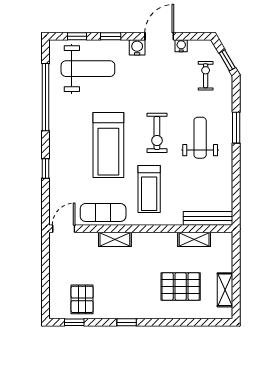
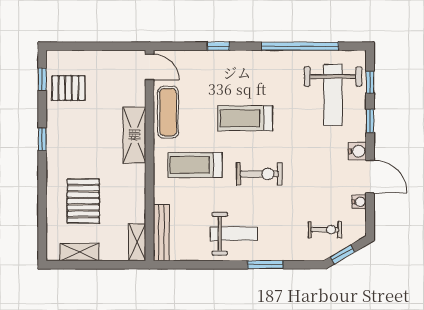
exercise bike: (157, 133) -> (259, 174), turned 180
weight bench: (200, 138) -> (234, 234), moved
treadmill: (108, 145) -> (245, 118), width x0.73, depth x0.73
shelving: (115, 239) -> (134, 135), width x1.50, depth x1.33
shelving: (194, 239) -> (137, 242), moved

